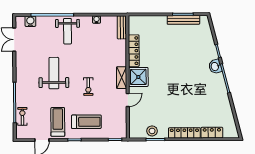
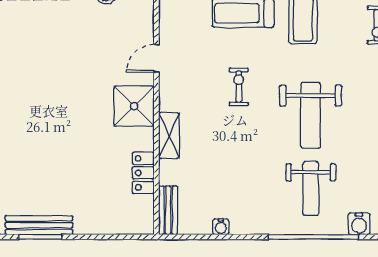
weight bench: (68, 31) -> (311, 188), moved, turned 180
locker: (134, 51) -> (143, 173), width x0.66
shelving: (122, 78) -> (169, 136), moved

